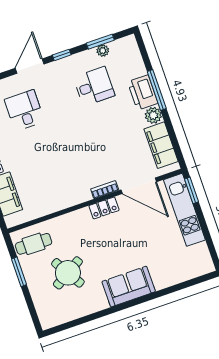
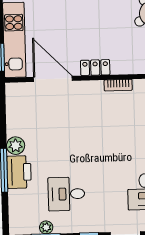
filing cabinet: (161, 145) -> (17, 113), removed
bookcase: (105, 190) -> (118, 85), moved

